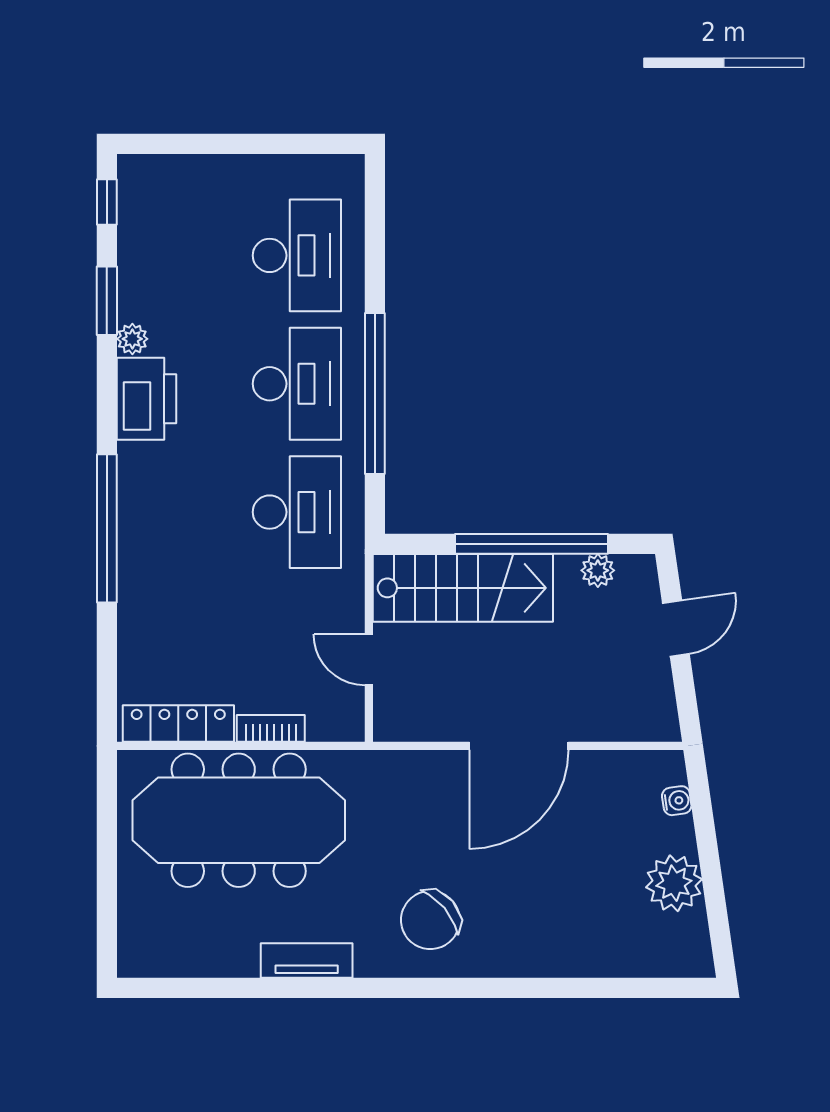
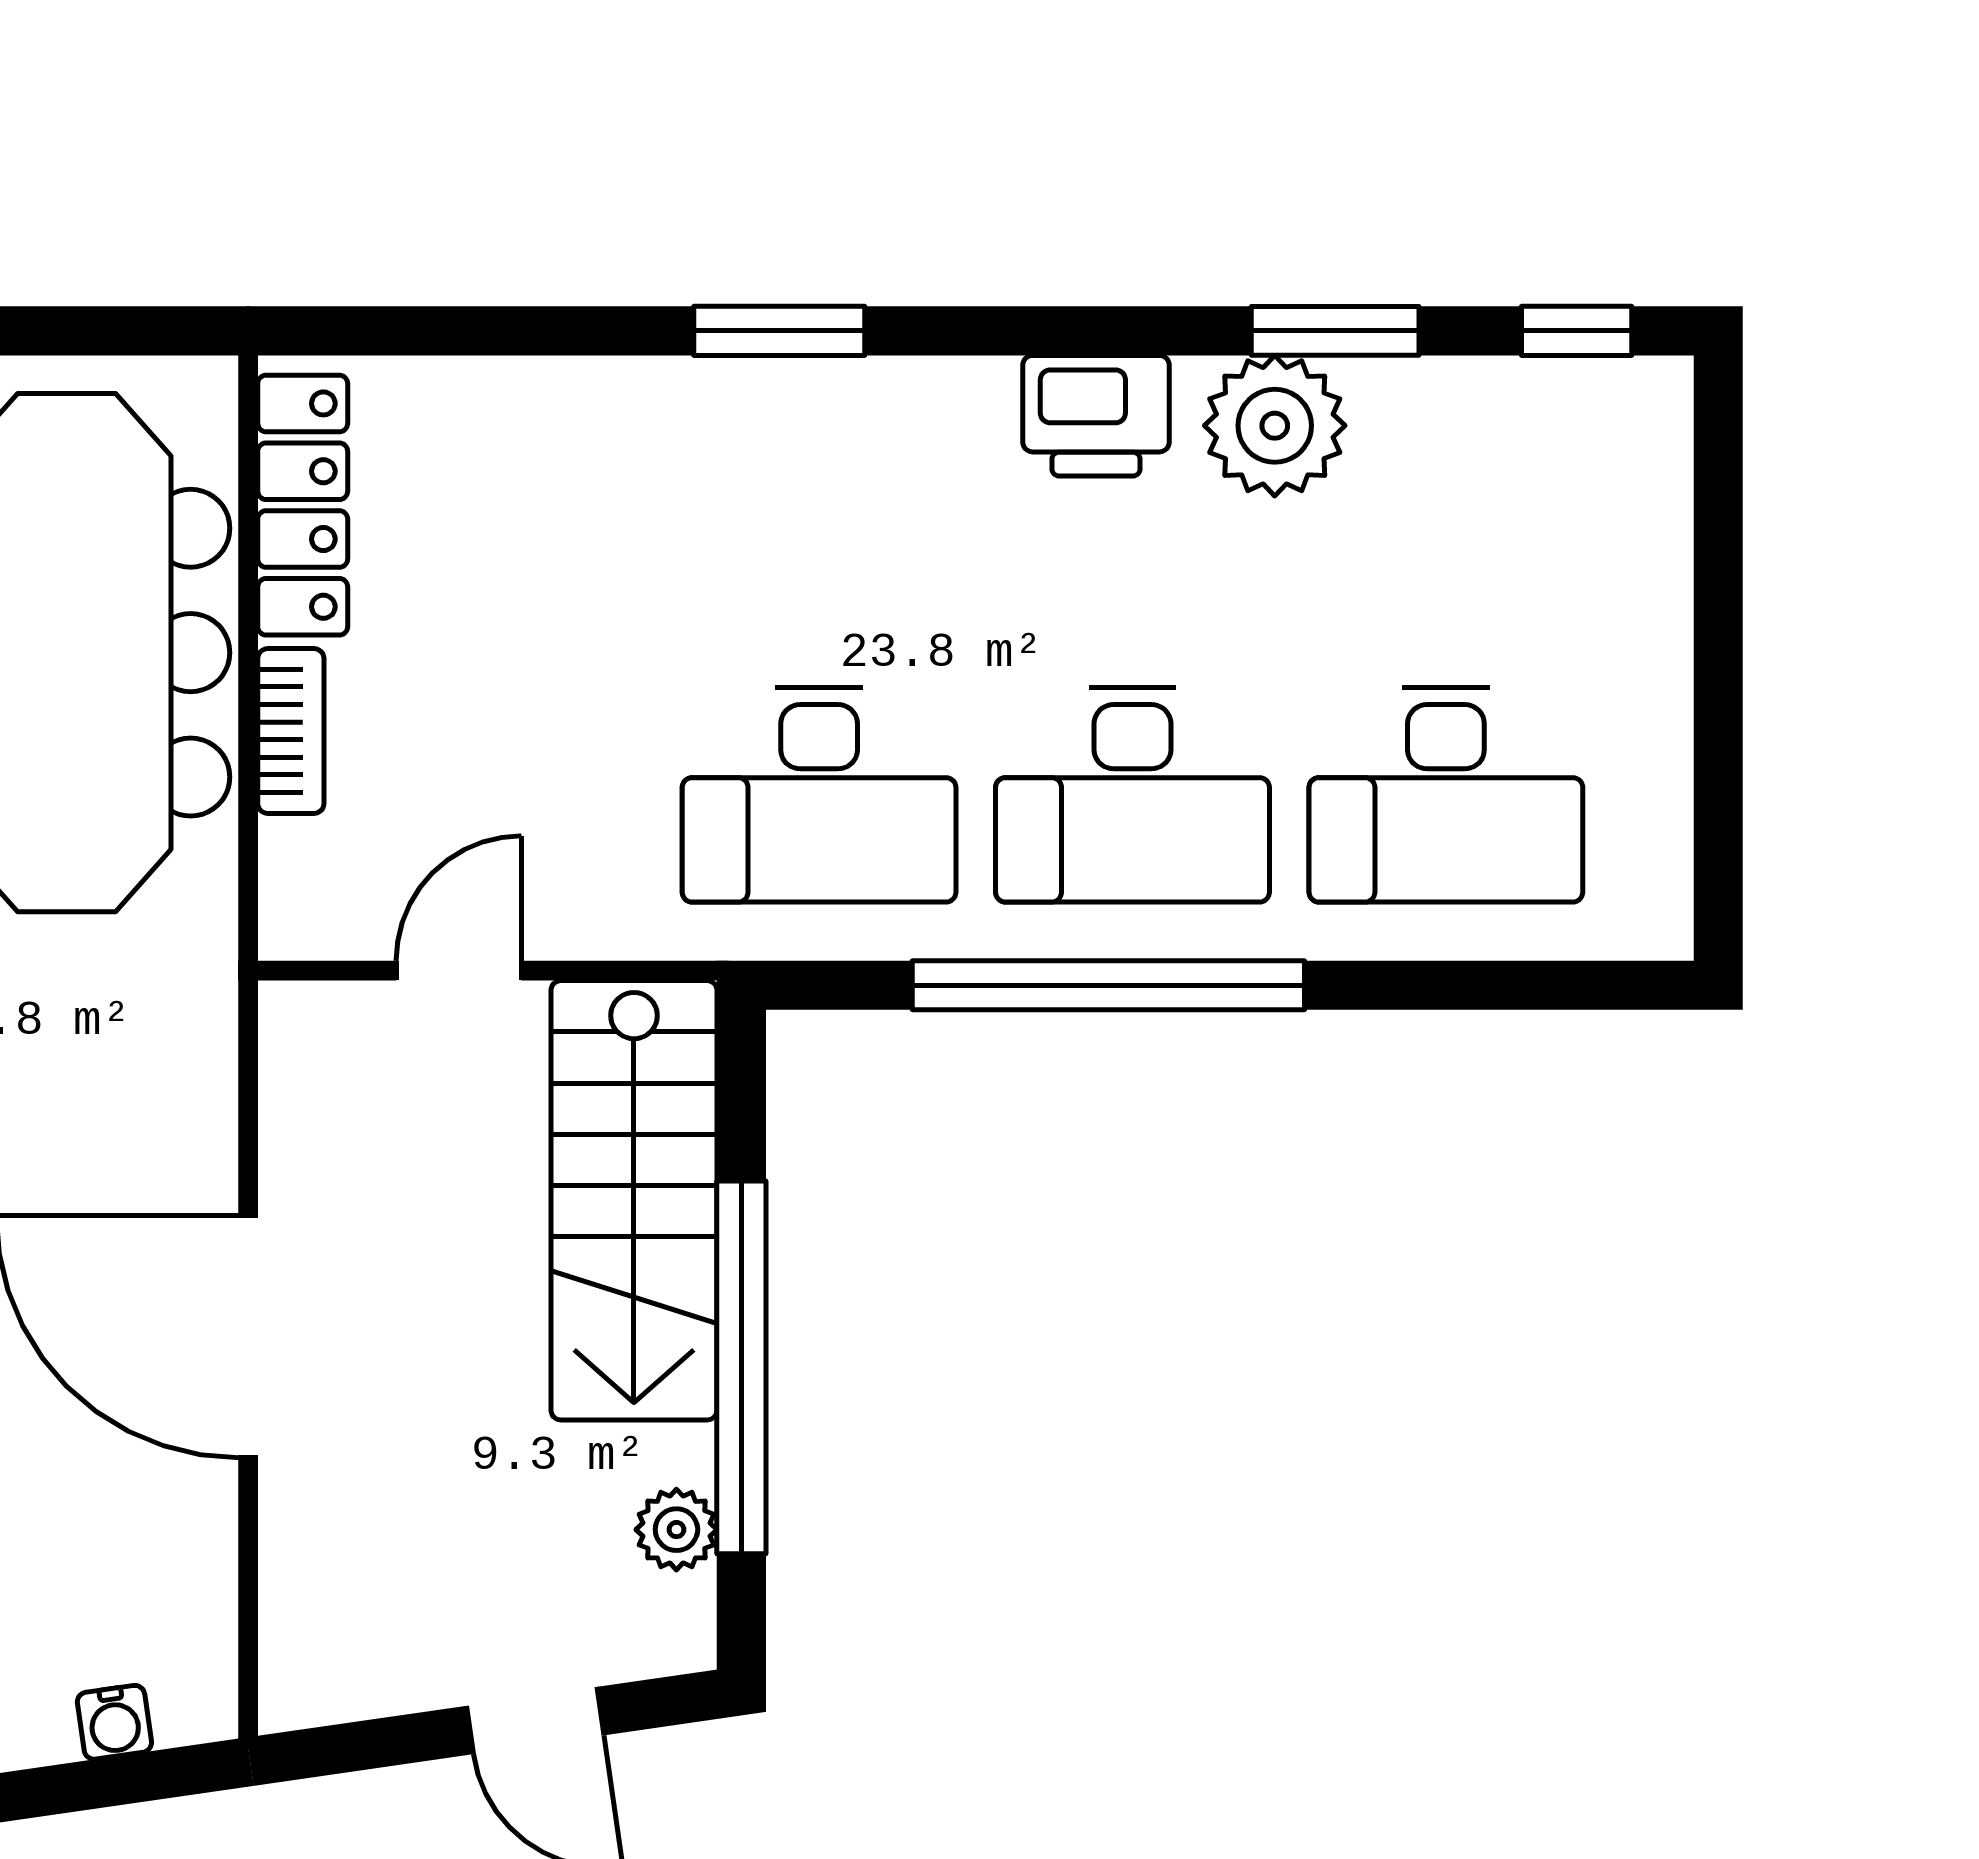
plant: (132, 339) -> (1275, 426), width x1.88, depth x1.88
printer: (146, 399) -> (1096, 416), width x0.73, depth x0.84
window: (107, 528) -> (779, 331), width x0.47

